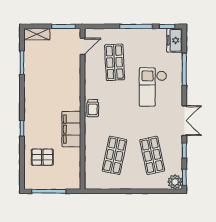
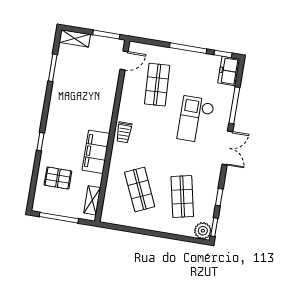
double door: (184, 121) -> (227, 148), moved
shop shelf: (115, 155) -> (140, 189), turned -36
shelving: (75, 171) -> (92, 200), added

